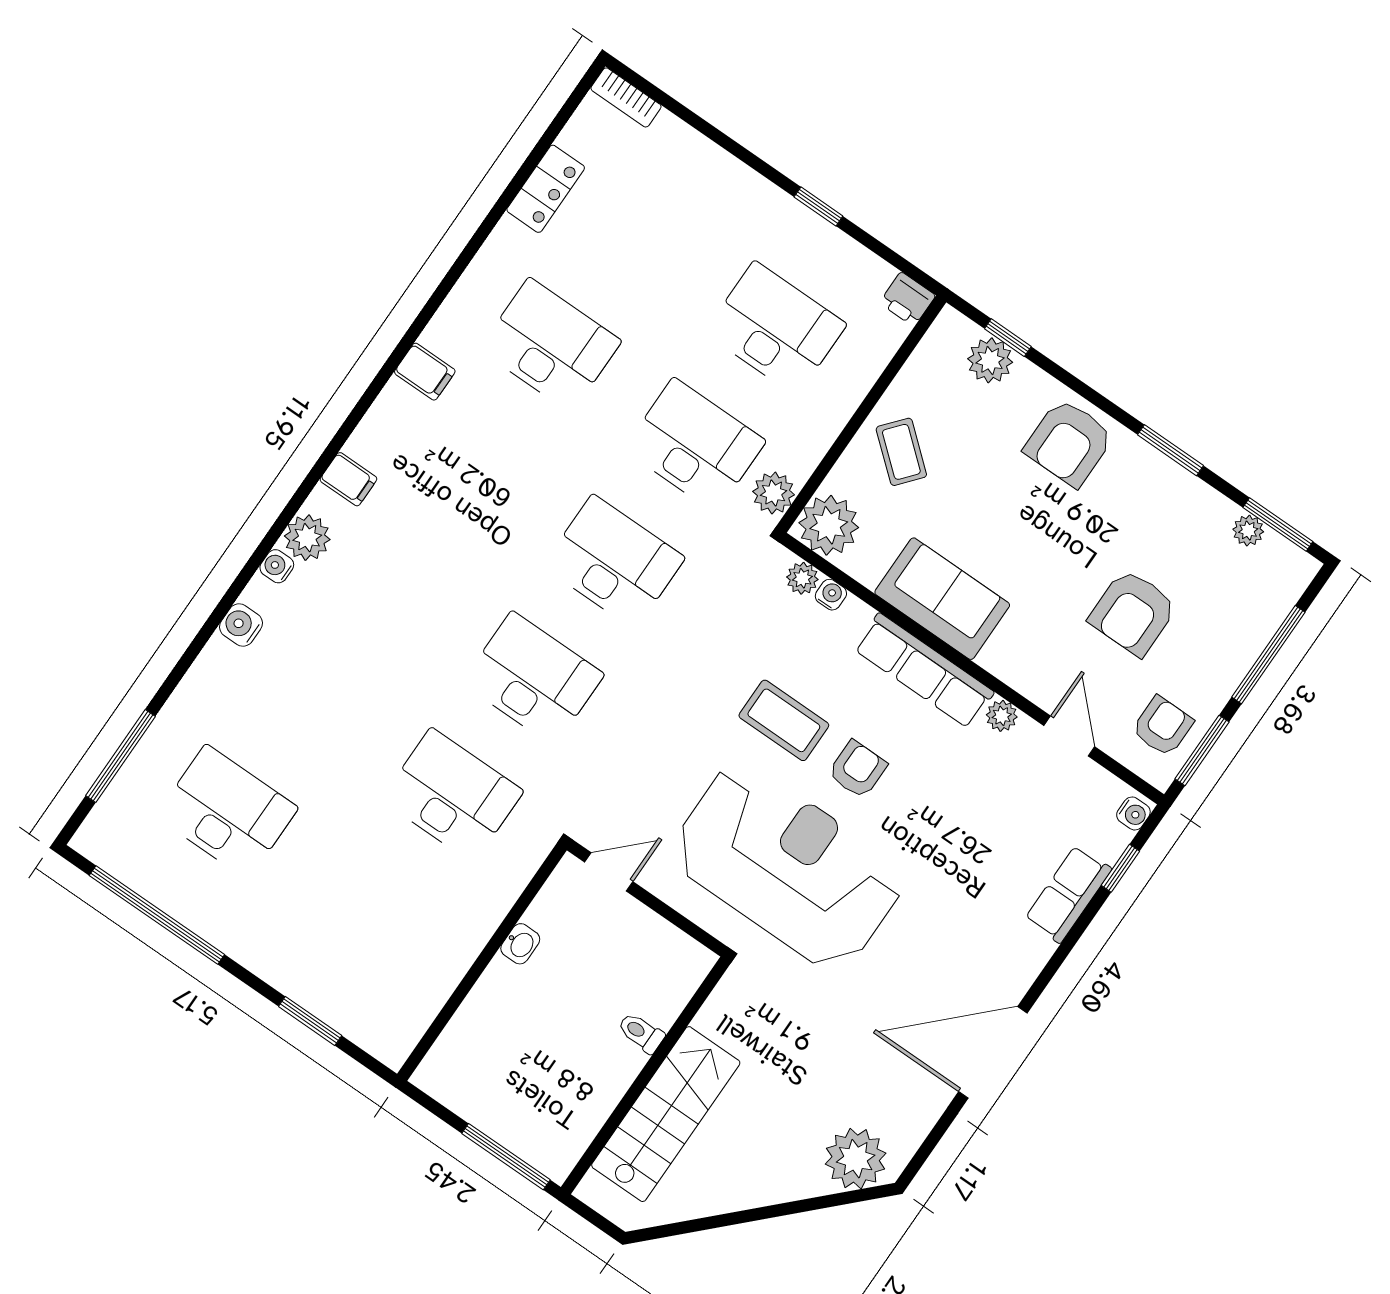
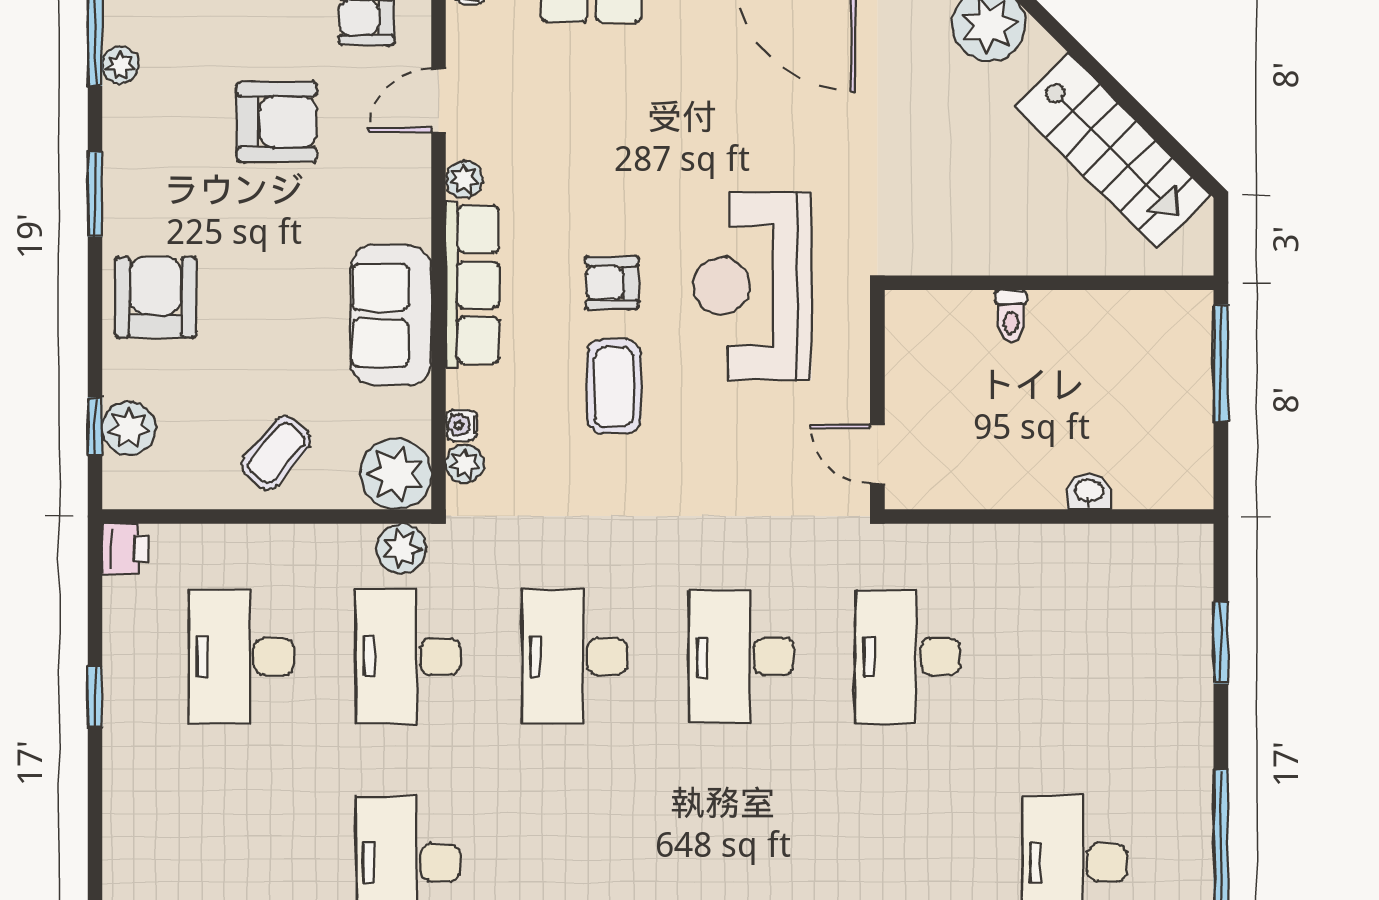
armchair: (1069, 443) -> (155, 297), turned -90
reception desk: (787, 866) -> (752, 286), width x0.74, depth x0.77
washbasin: (520, 944) -> (1089, 492), moved
stairs: (666, 1114) -> (1113, 150), moved, turned -135

